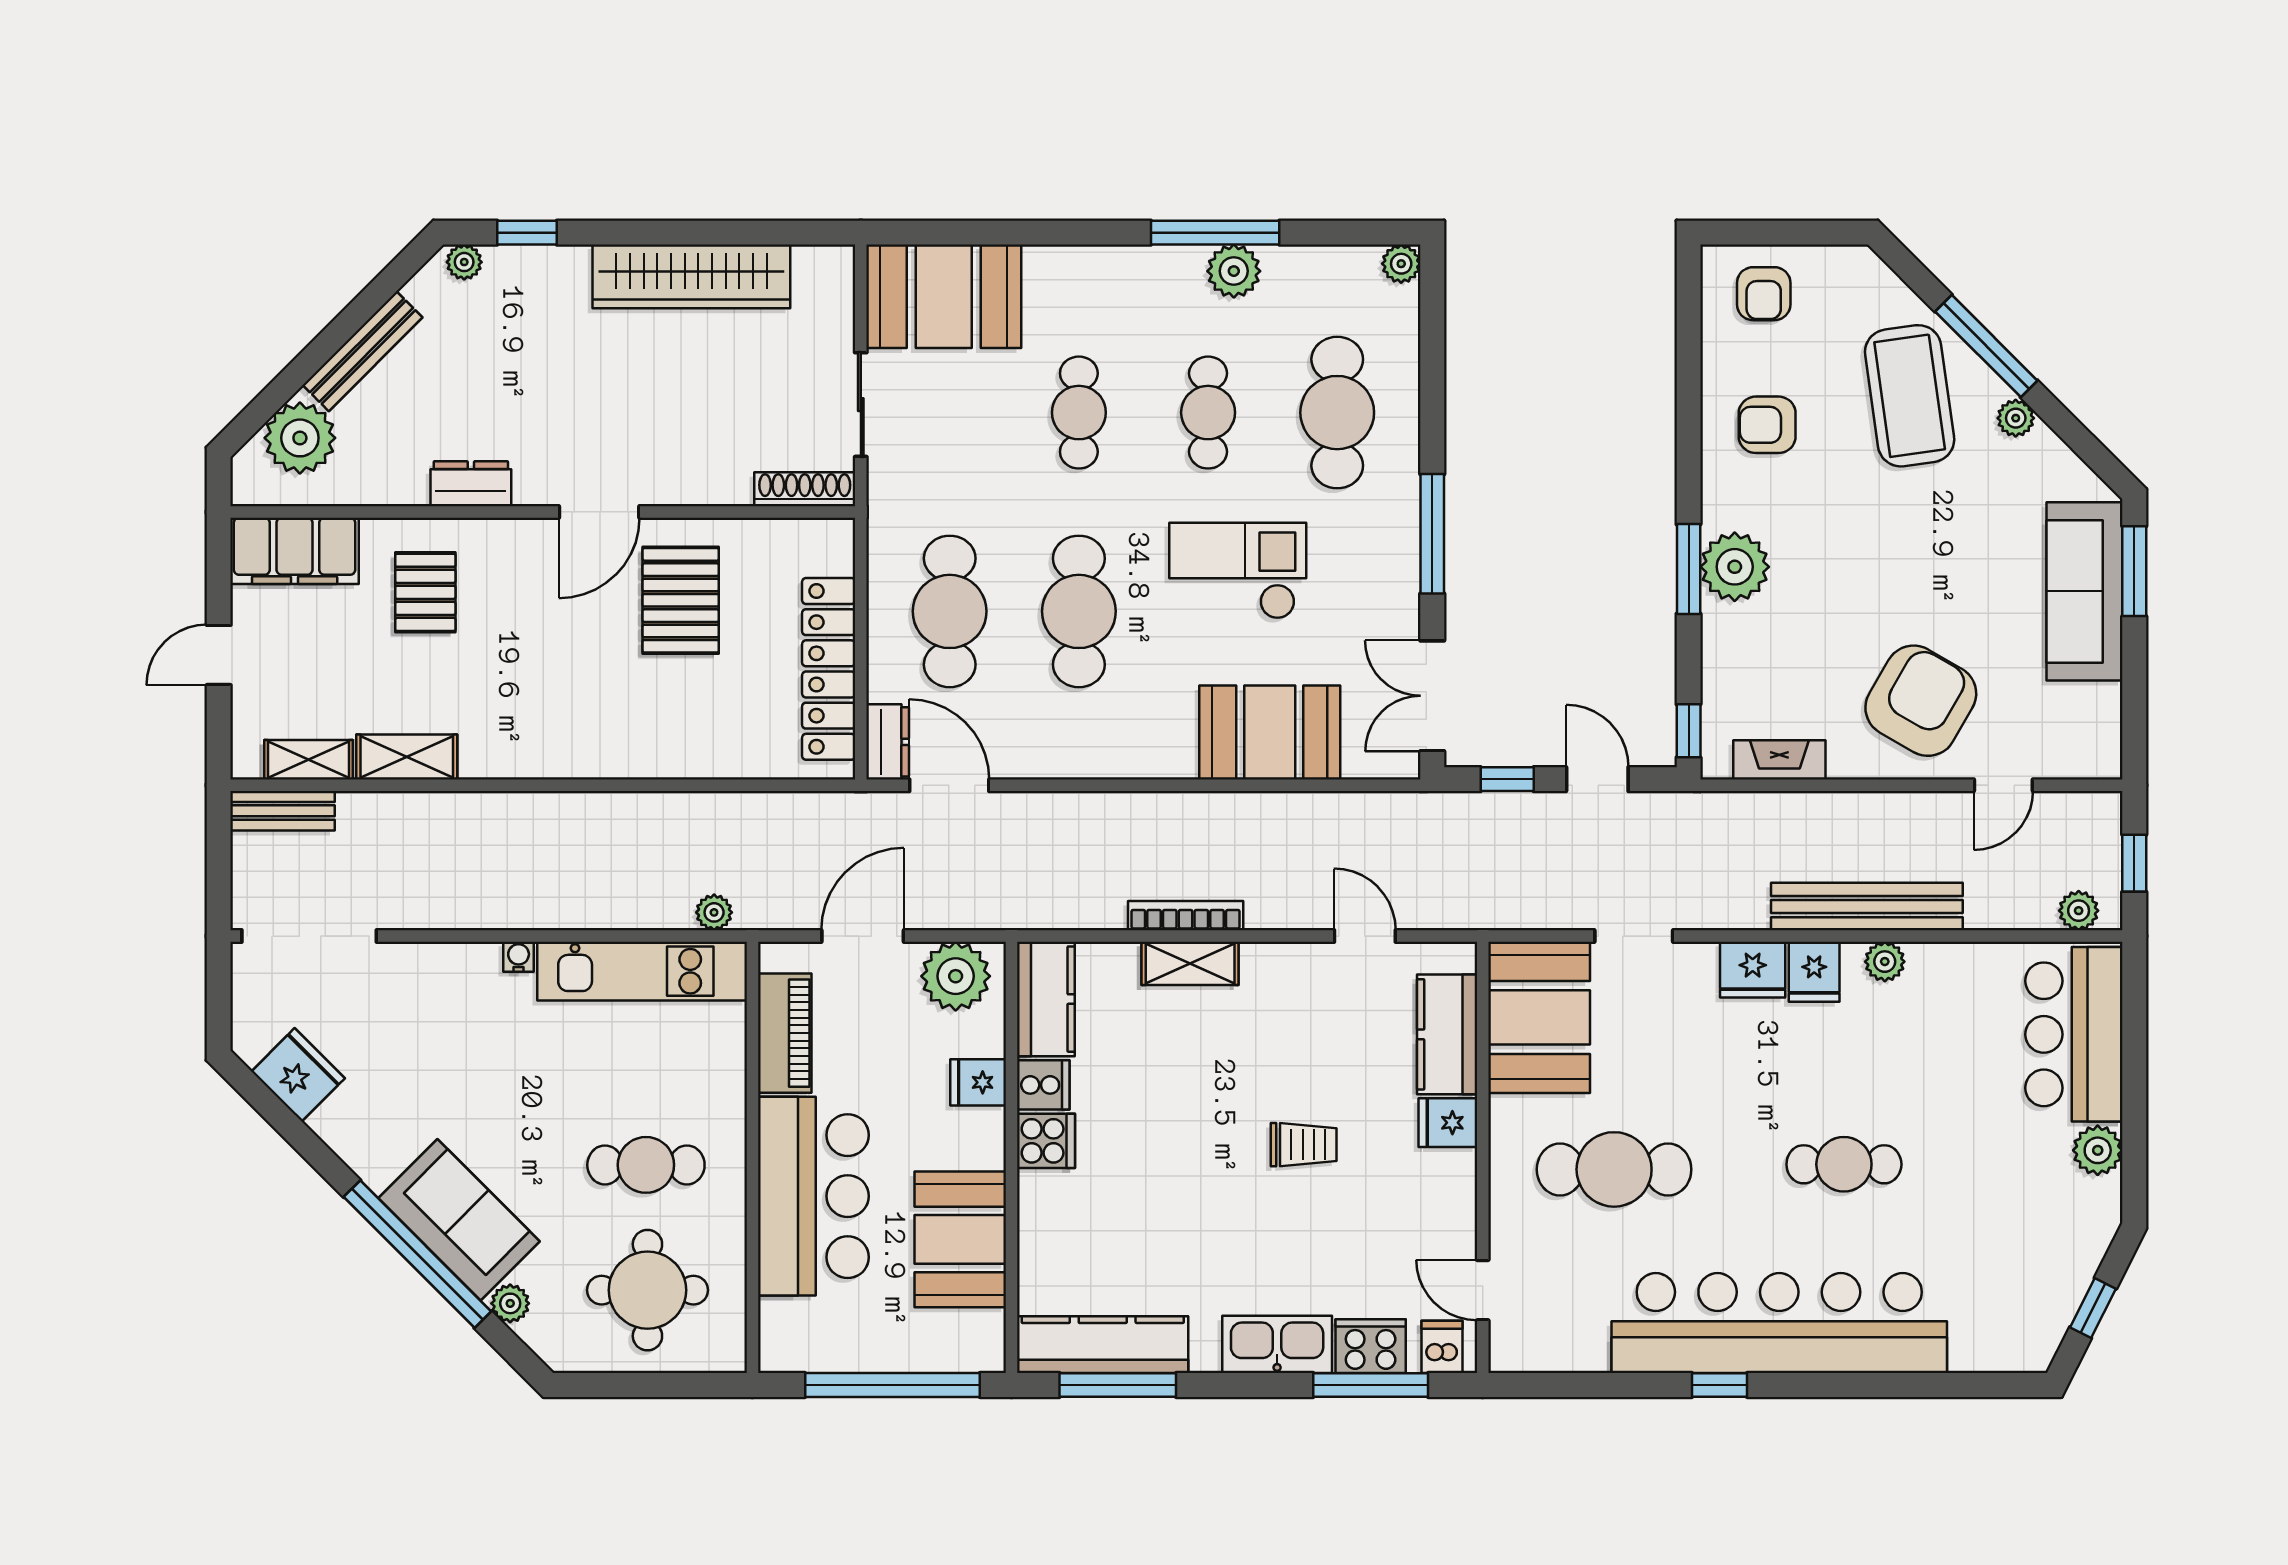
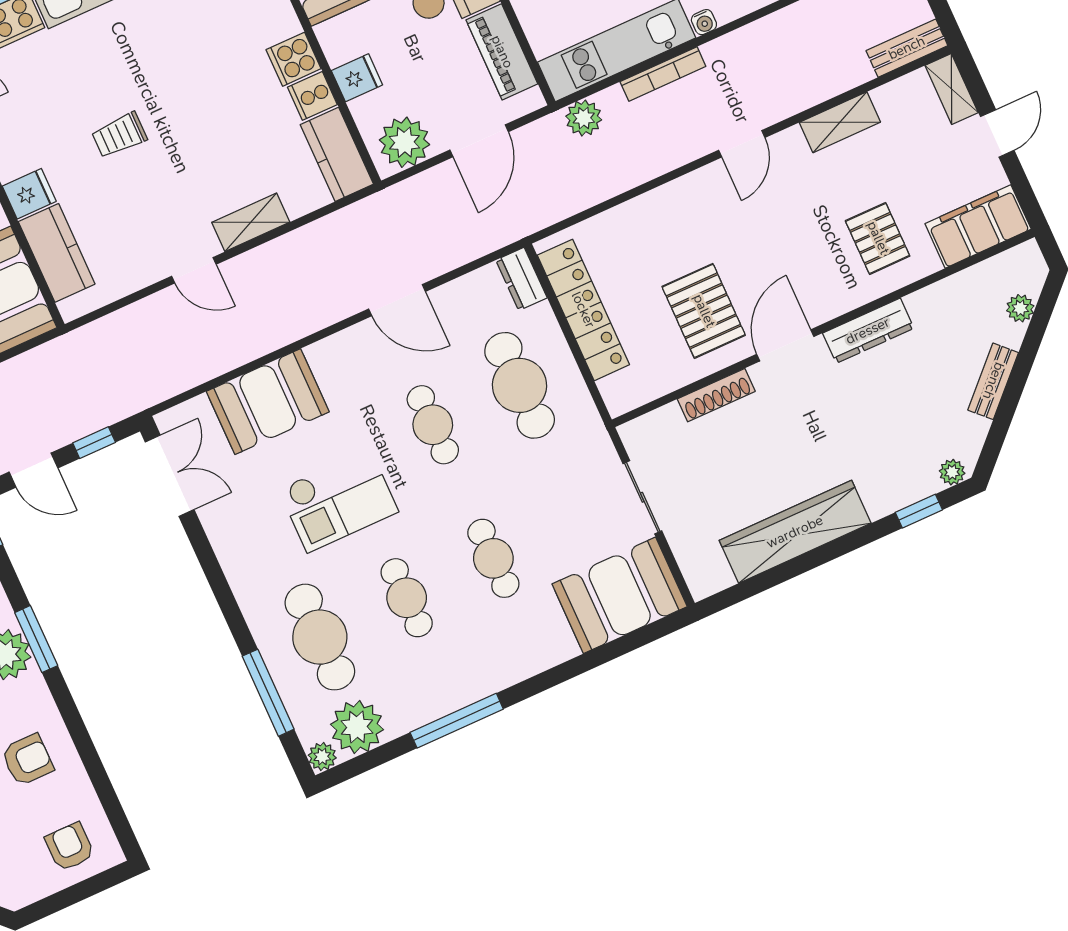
plant: (1234, 271) -> (357, 727), moved, width x1.36, depth x1.36
bench: (363, 351) -> (993, 381), width x0.73
plant: (300, 438) -> (1020, 308), width x0.53, depth x0.53
dresser: (471, 484) -> (868, 331), width x1.44
shoe rack: (805, 489) -> (716, 395), moved
window: (1432, 534) -> (268, 693), moved
cafe table: (1079, 611) -> (433, 425), width x0.73, depth x0.74
shelving: (309, 760) -> (952, 89), moved, turned 90
door: (540, 785) -> (742, 144), added
door: (949, 785) -> (397, 300), moved
plant: (714, 912) -> (584, 118), width x1.38, depth x1.38
bookcase: (1186, 916) -> (663, 74), moved
door: (1365, 936) -> (194, 270), moved

